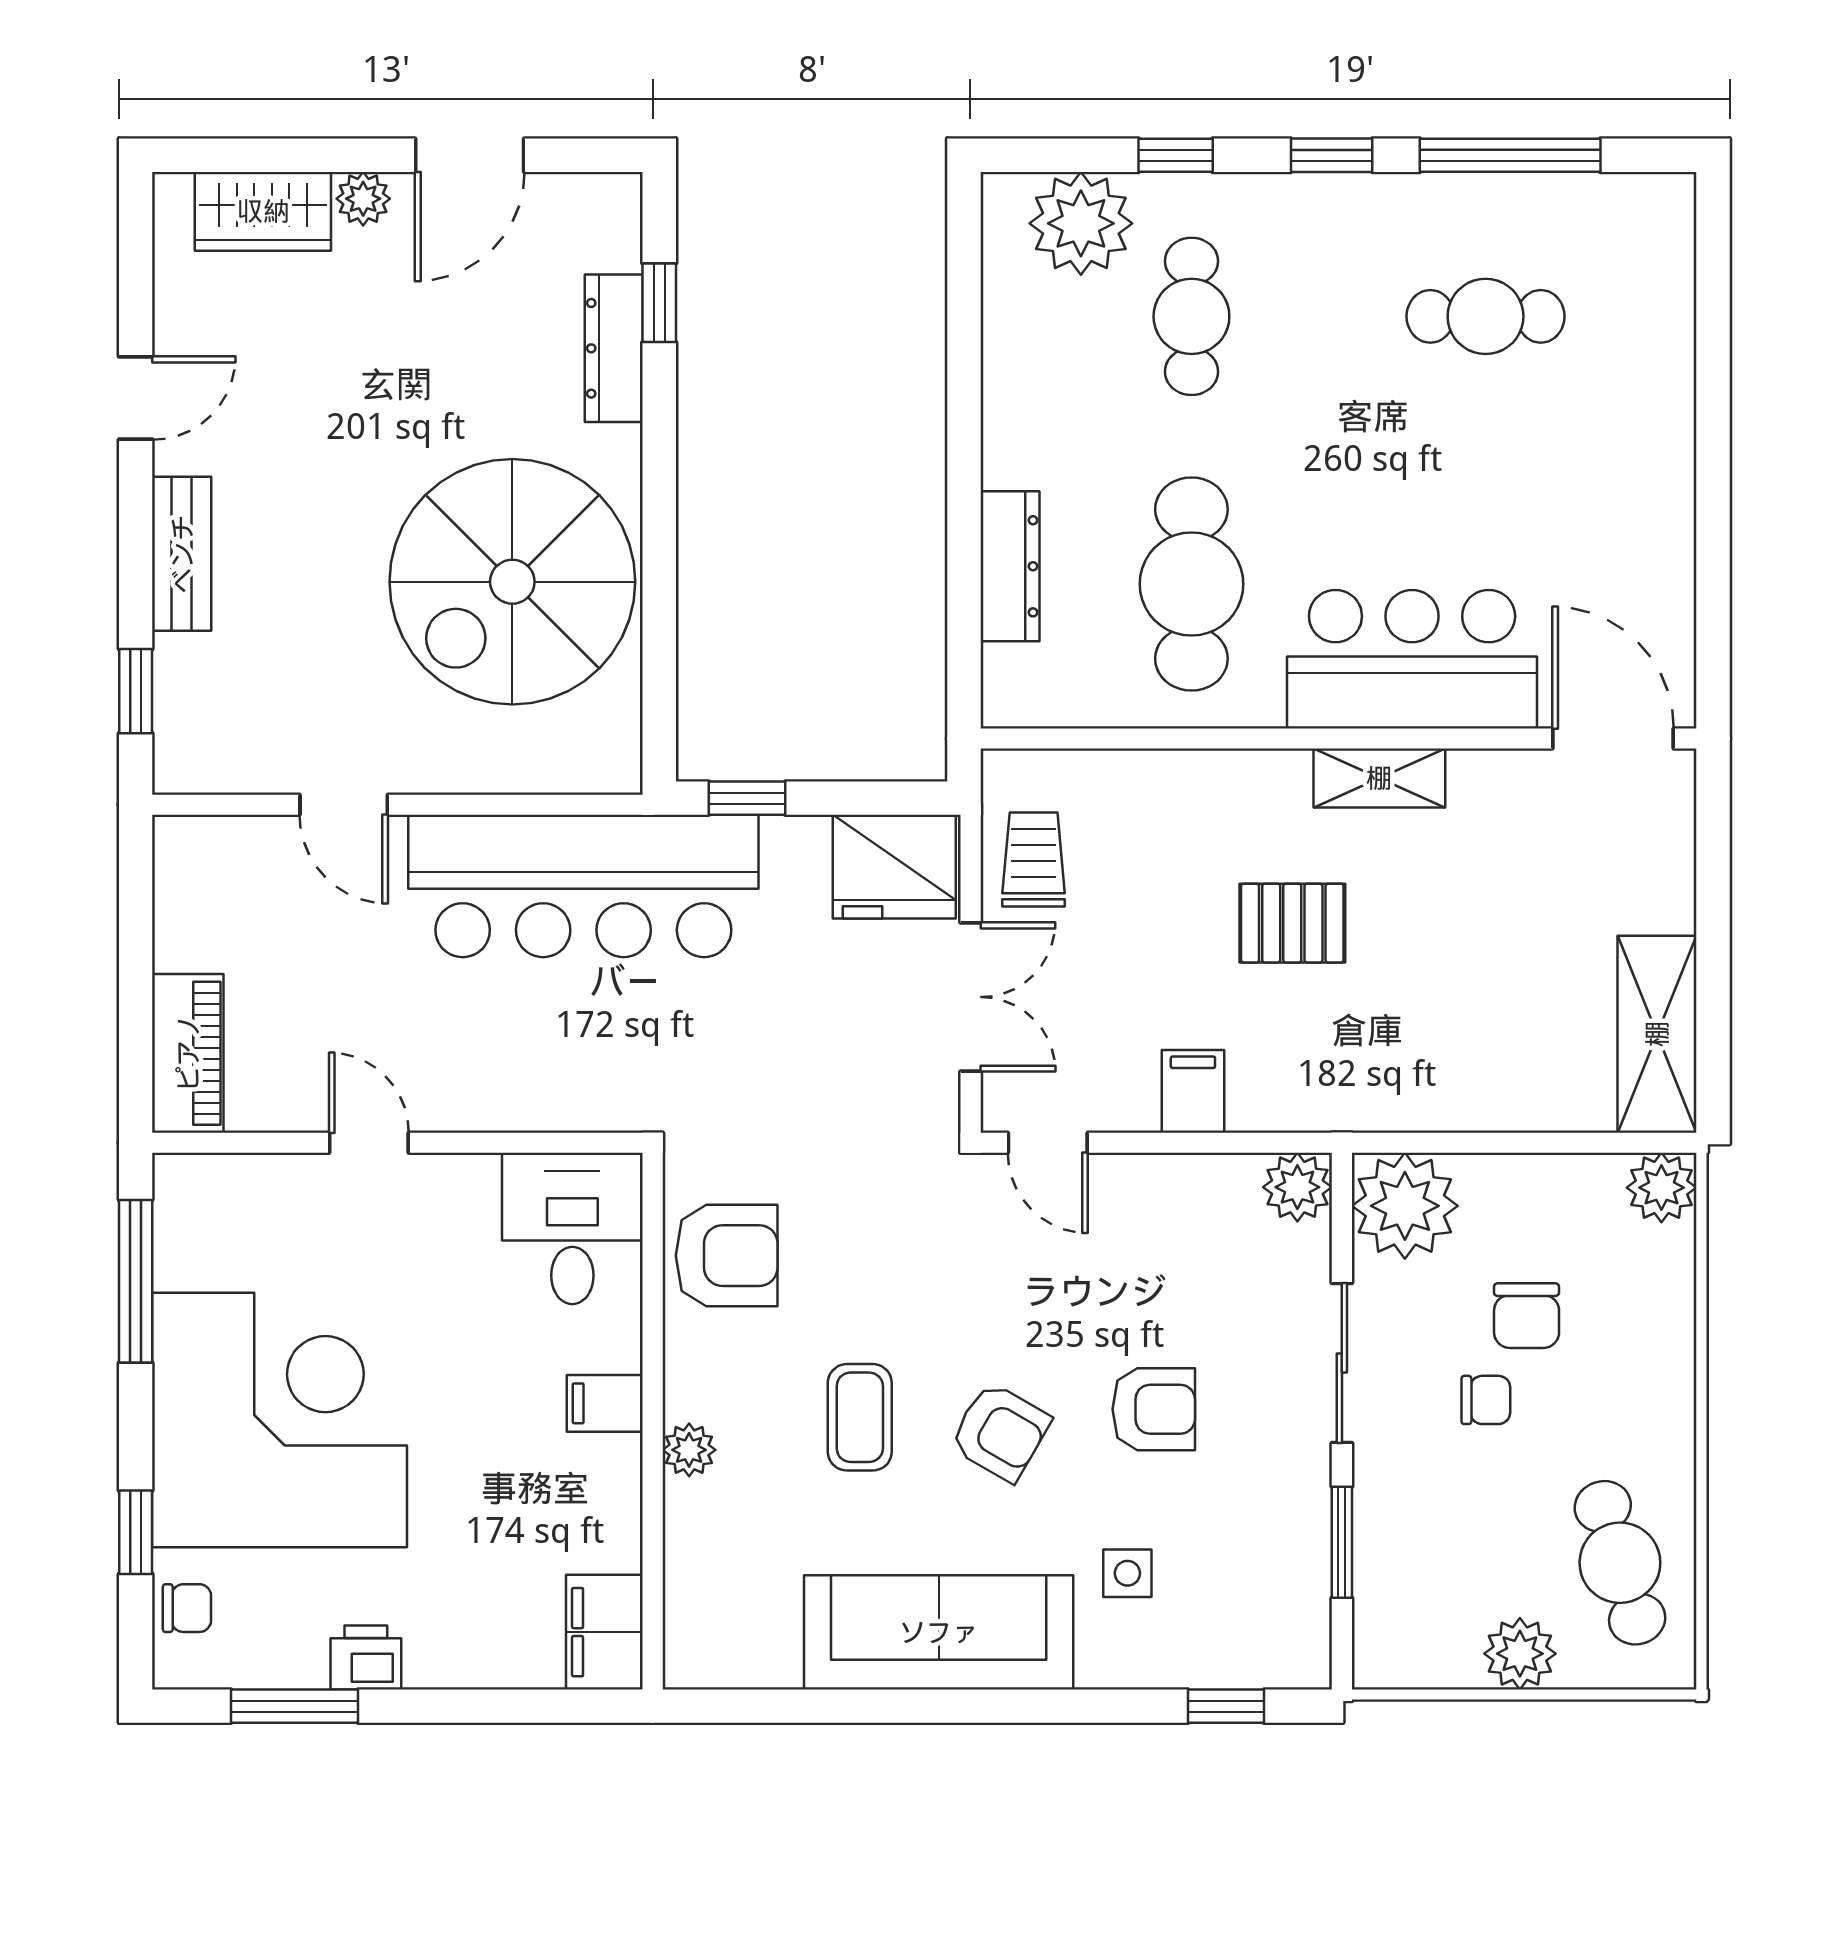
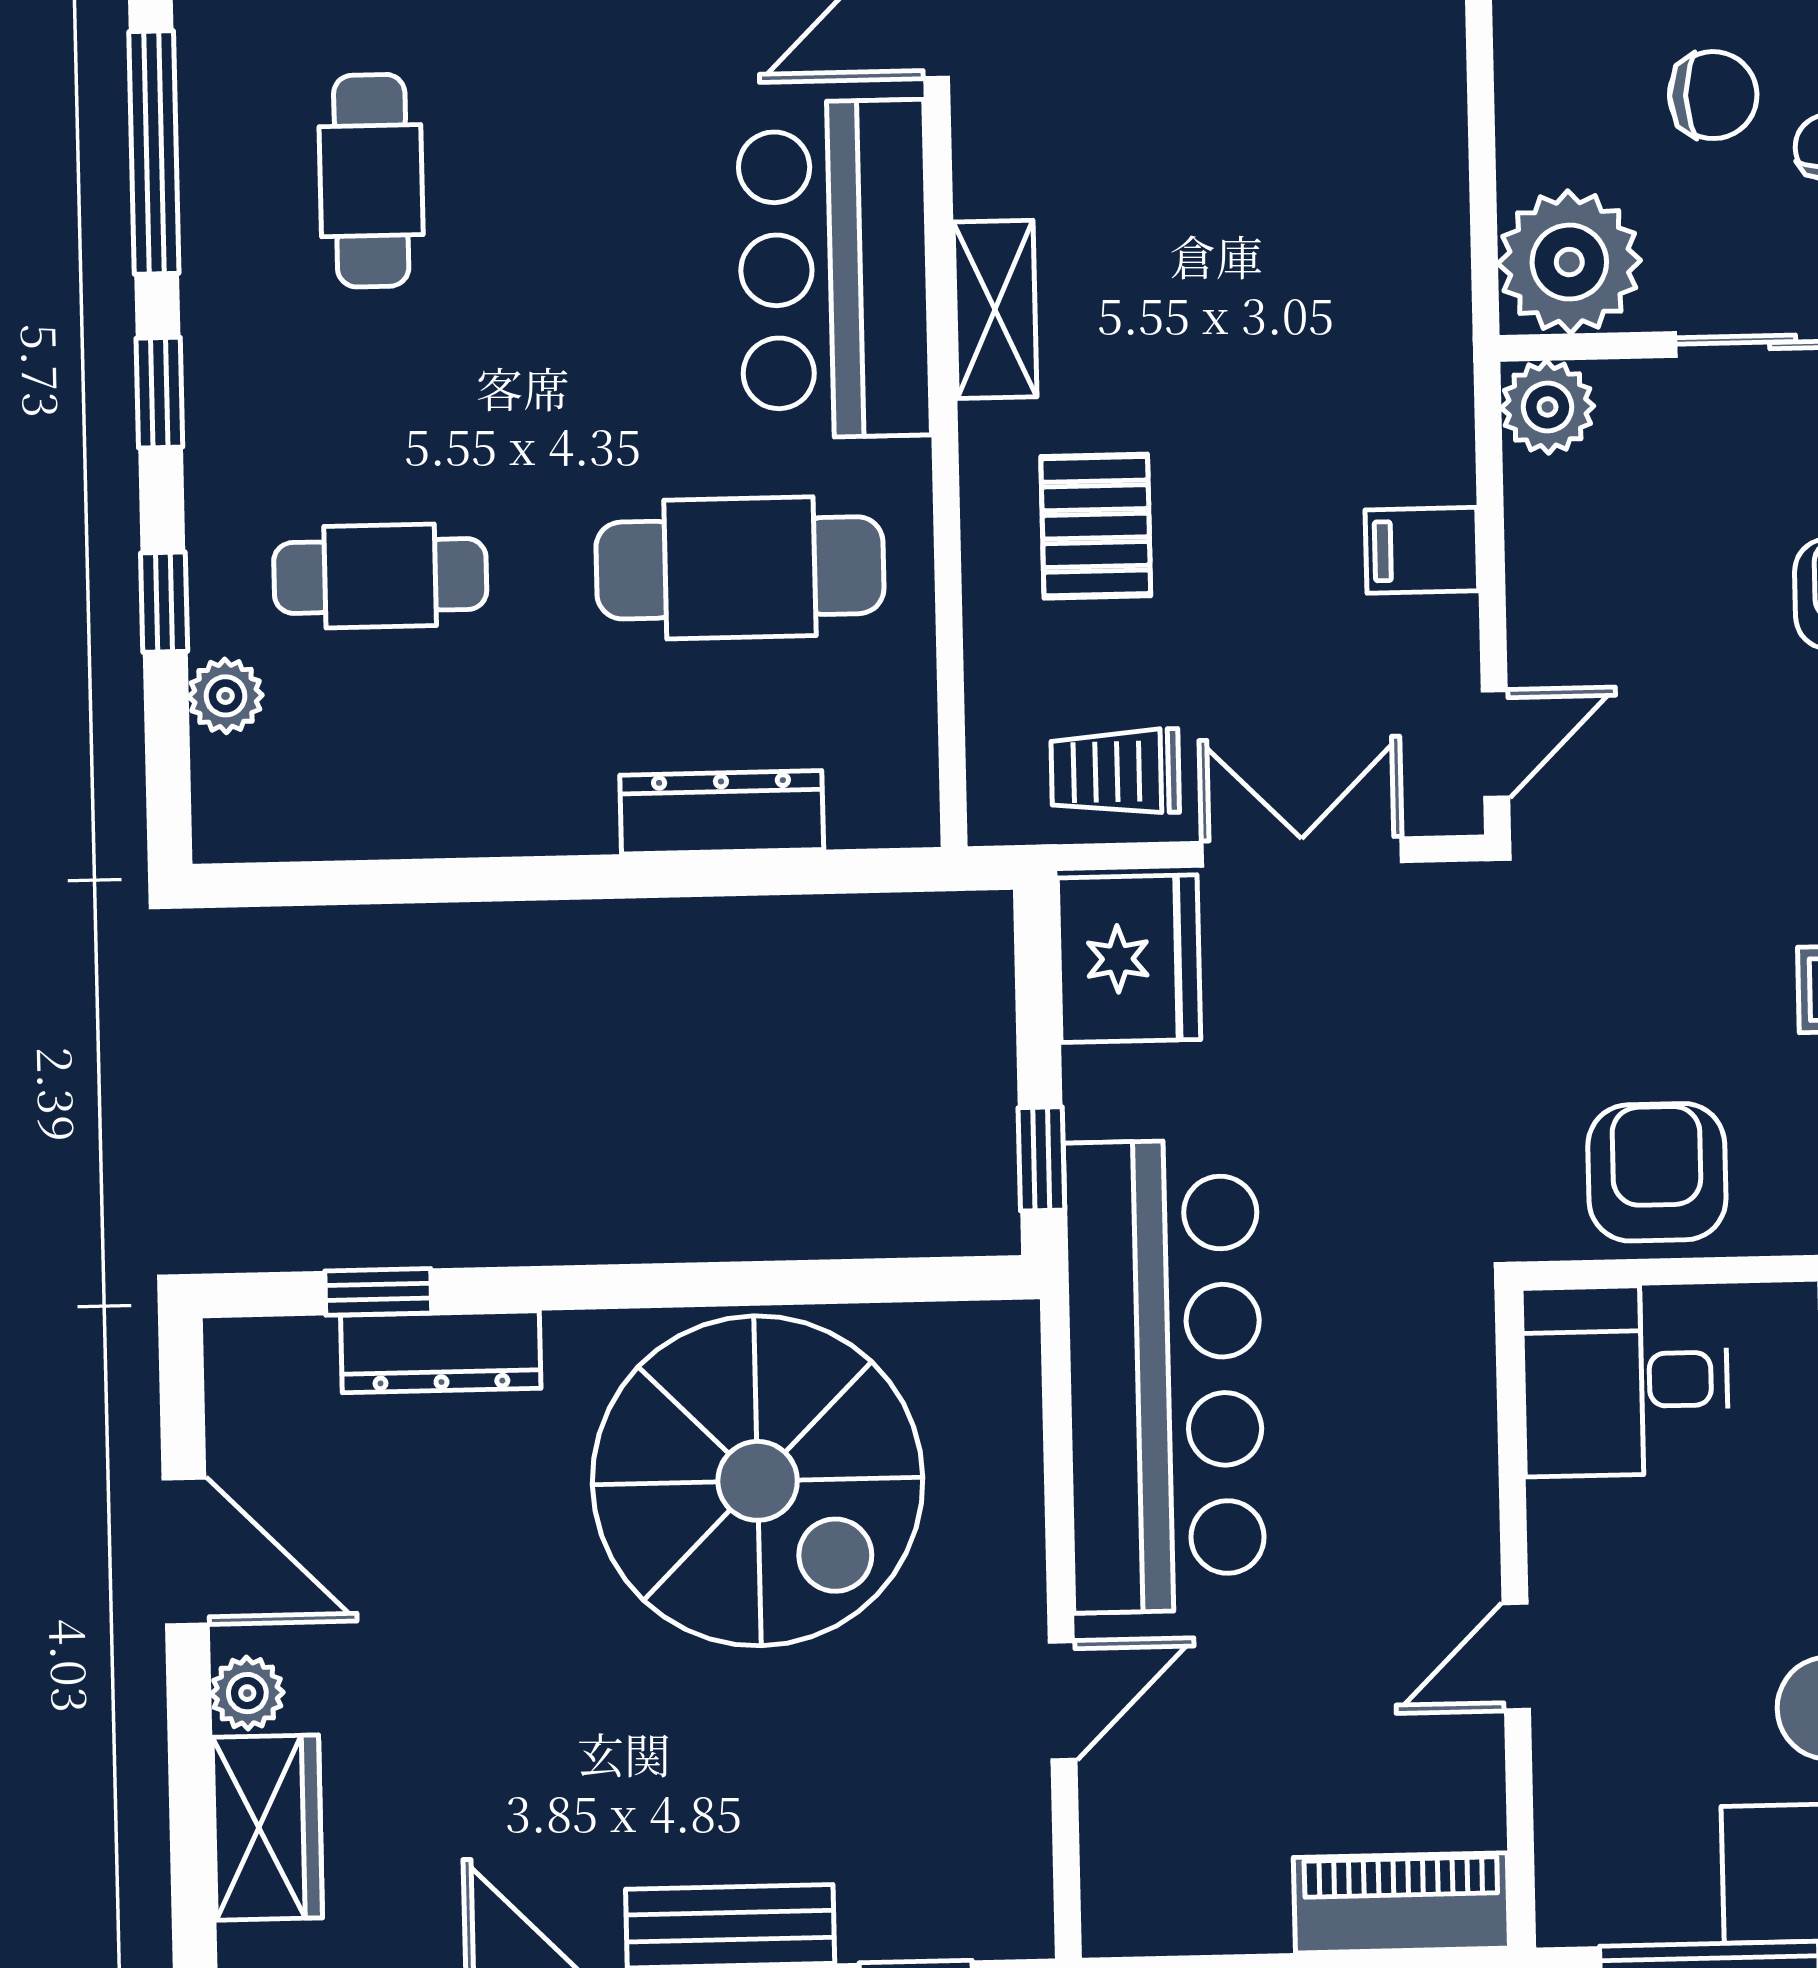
plant: (1081, 223) -> (225, 696), width x0.53, depth x0.53
pallet: (1292, 923) -> (1096, 526), moved

